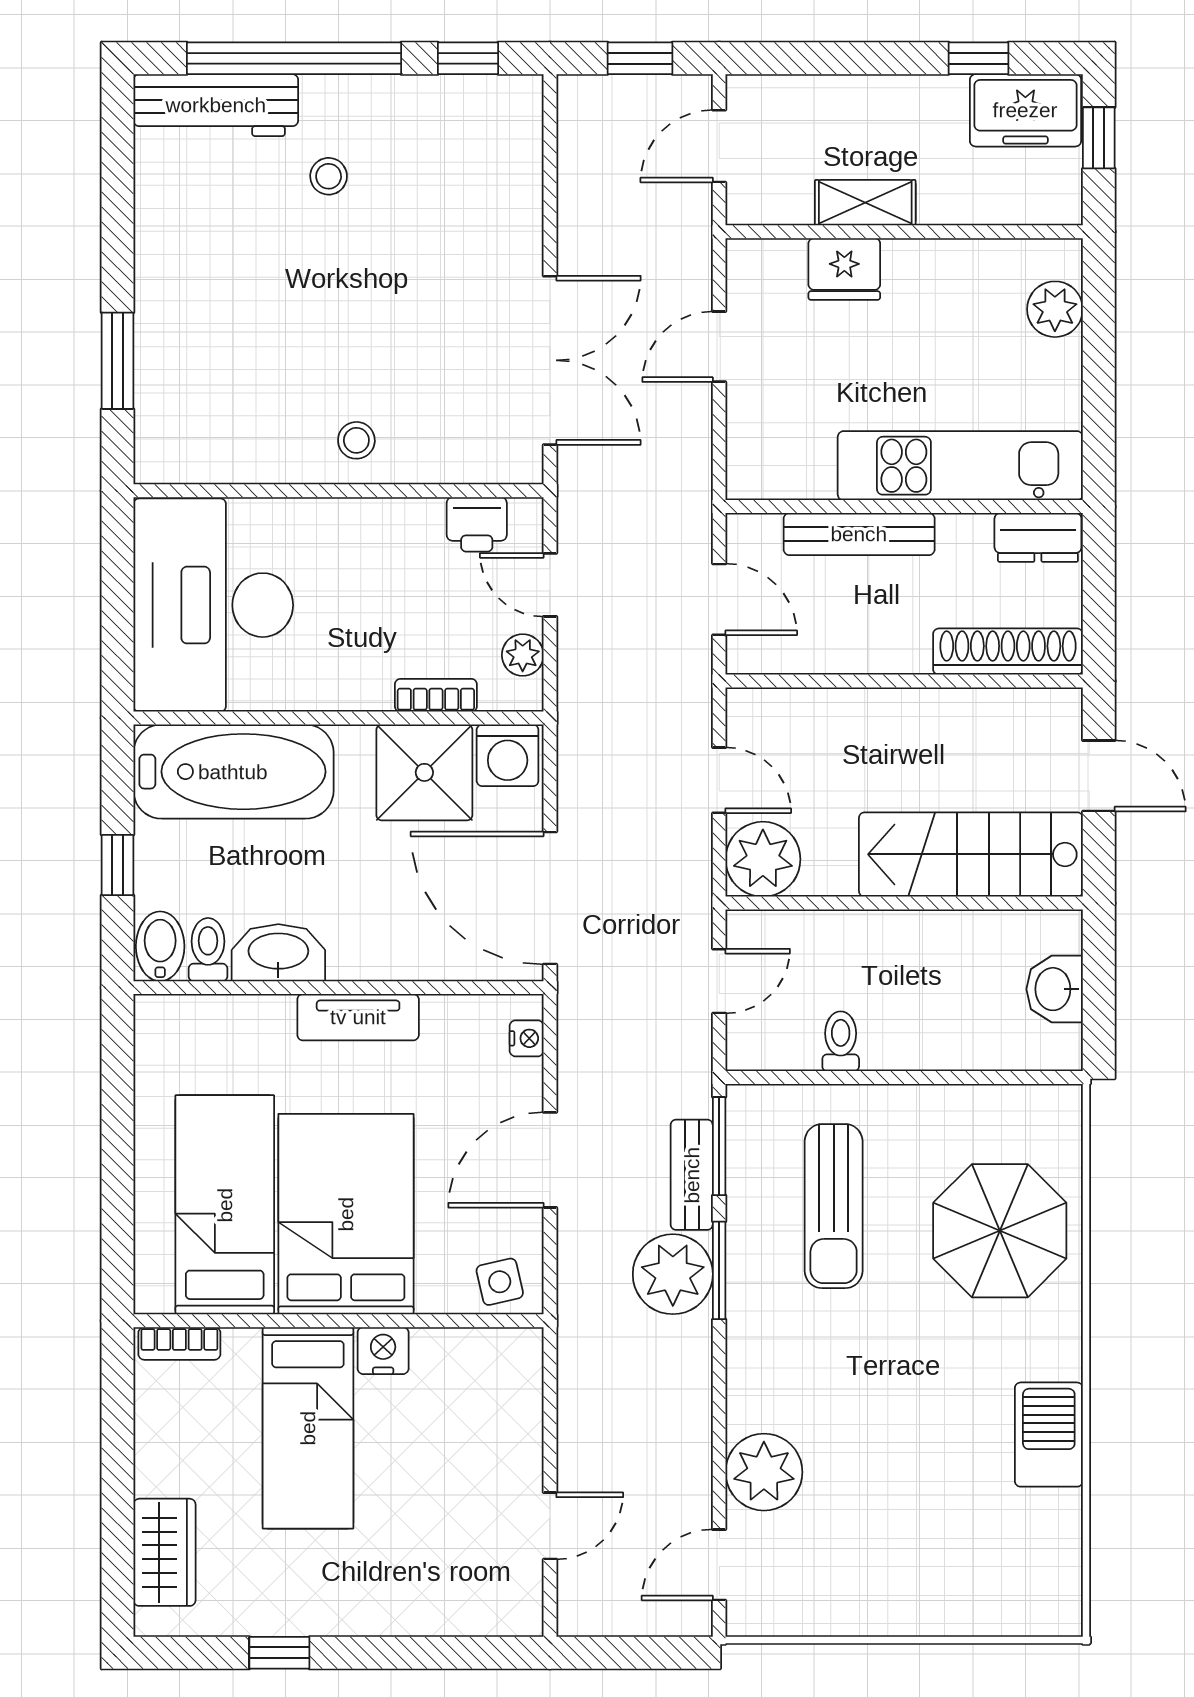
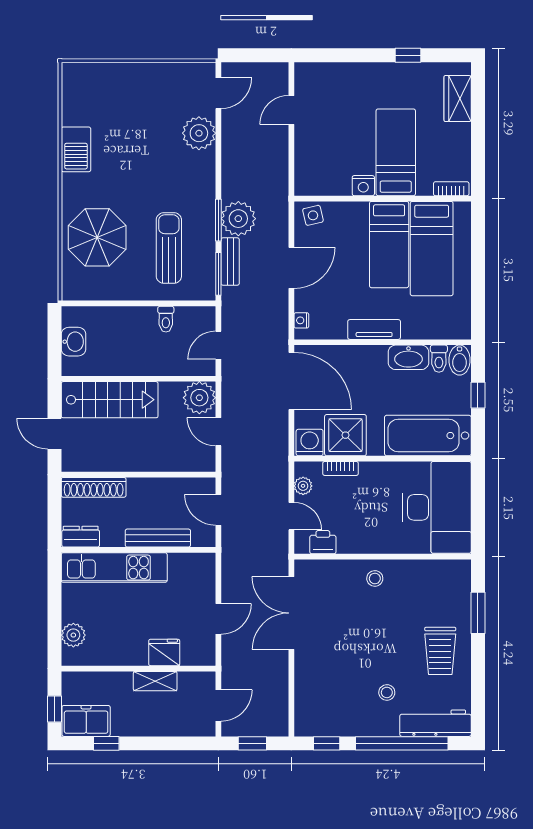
trolley: (205, 273) -> (440, 651), added
bed: (346, 1214) -> (389, 245), width x0.67

